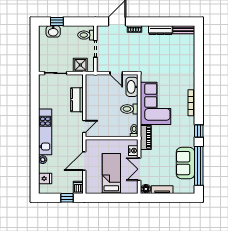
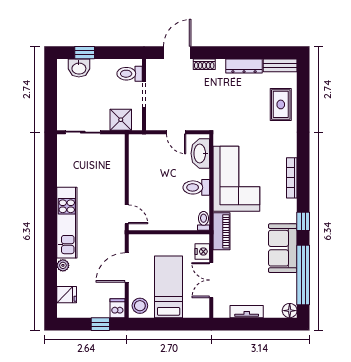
rug: (184, 55) -> (281, 104), added
kitchen counter: (77, 100) -> (116, 173), removed
door: (84, 126) -> (127, 214), hinge flipped
sofa: (186, 163) -> (283, 248), moved
stool: (93, 186) -> (140, 306), added
floor lamp: (146, 189) -> (290, 311), moved

